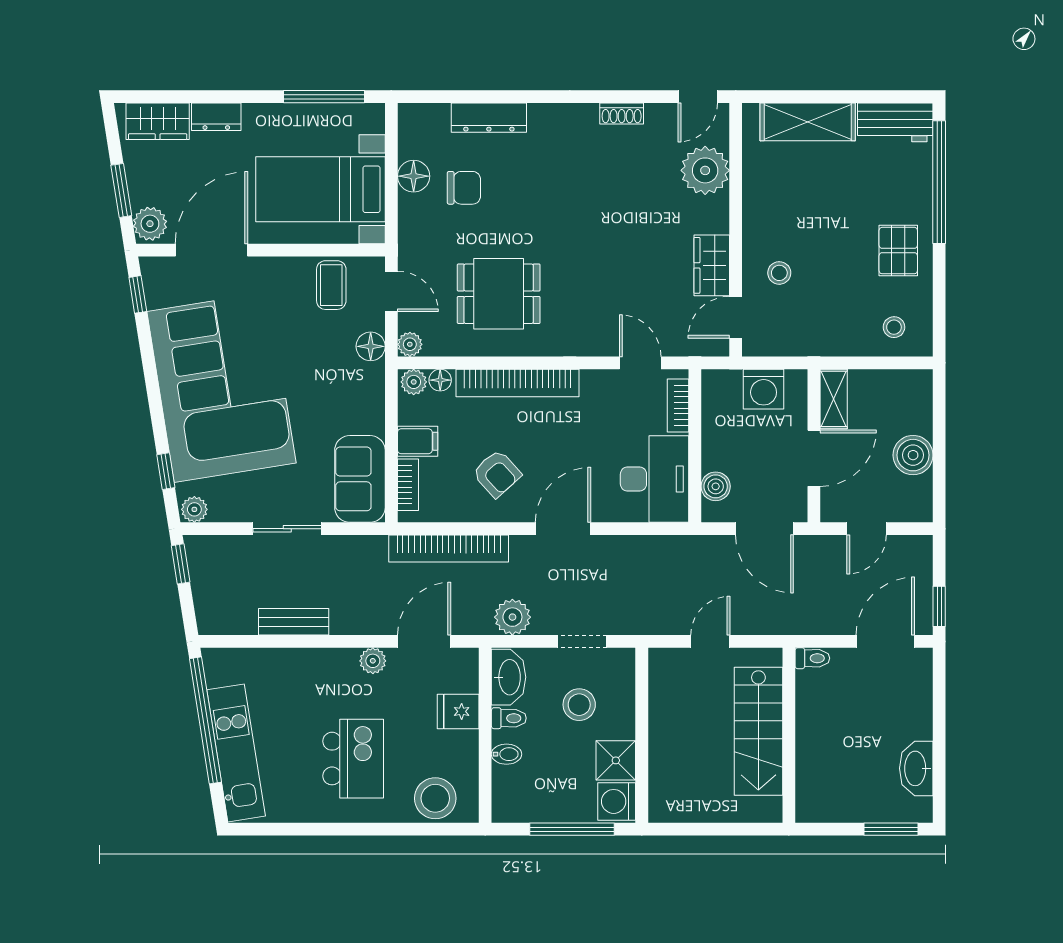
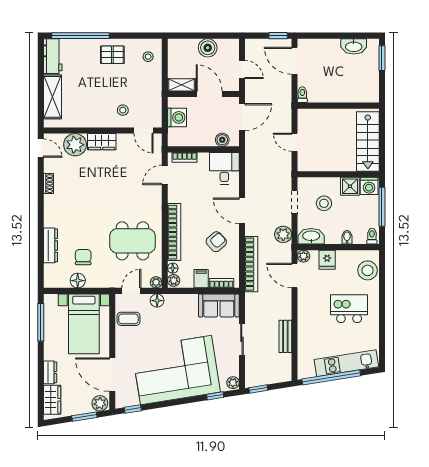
wardrobe: (712, 265) -> (102, 142), moved
dining table: (499, 294) -> (133, 241), width x1.38
desk: (655, 479) -> (224, 168), width x0.73
plant: (373, 661) -> (304, 256), moved
toilet: (509, 718) -> (372, 236), moved
stairs: (758, 731) -> (368, 141), moved, turned 90

